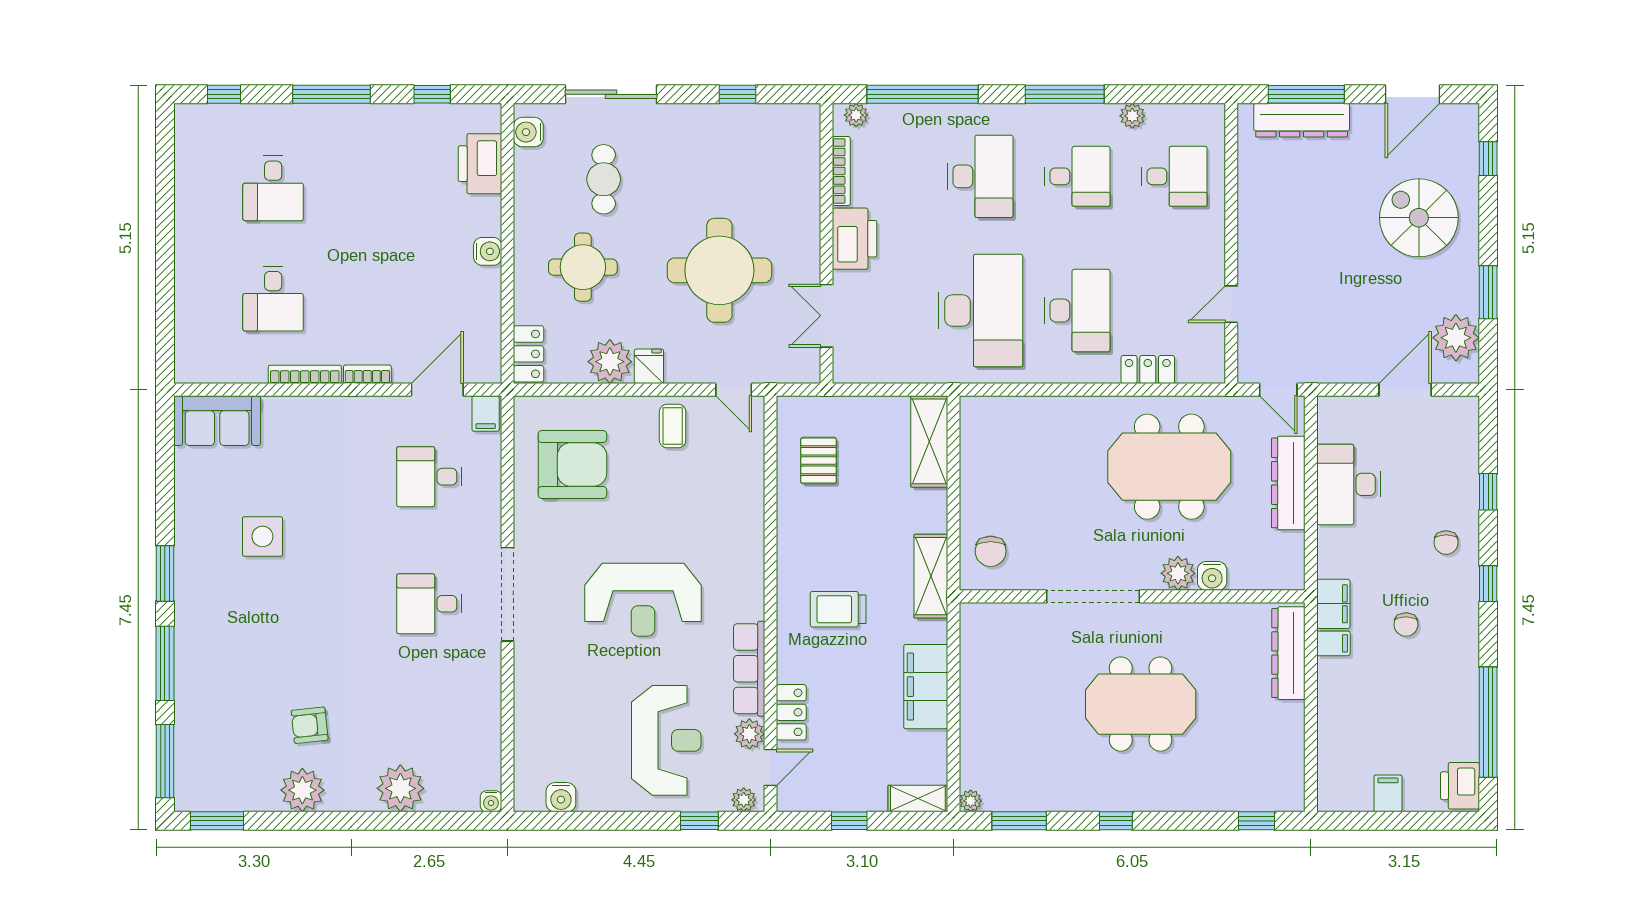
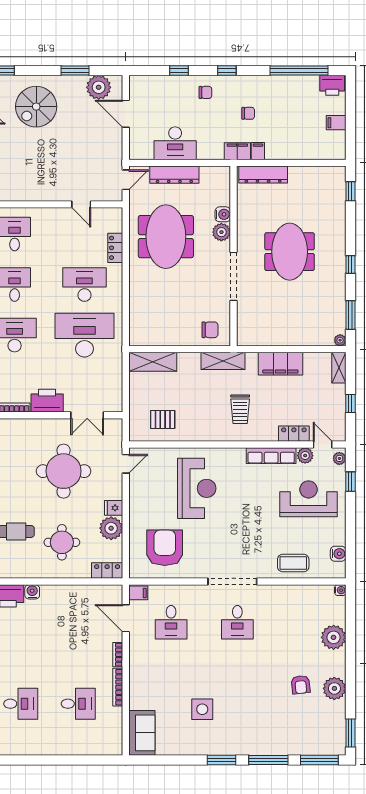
water cooler: (488, 251) -> (32, 592), moved
coffee table: (673, 426) -> (293, 563), moved, width x1.36, depth x1.30
reception desk: (643, 600) -> (197, 488), moved

